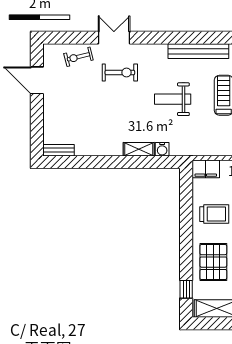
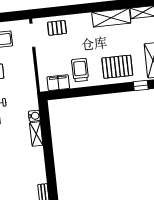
filing cabinet: (206, 169) -> (58, 83), moved, turned -90

